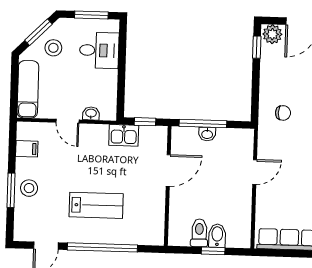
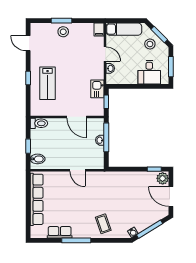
chair: (283, 113) -> (114, 186), removed
door: (67, 121) -> (105, 54), swing flipped
filing cabinet: (27, 149) -> (99, 30), moved
lab bench: (96, 205) -> (48, 83), moved
toilet: (199, 233) -> (39, 123), moved
bidet: (217, 236) -> (38, 159), moved
window: (102, 247) -> (28, 78), width x0.32

